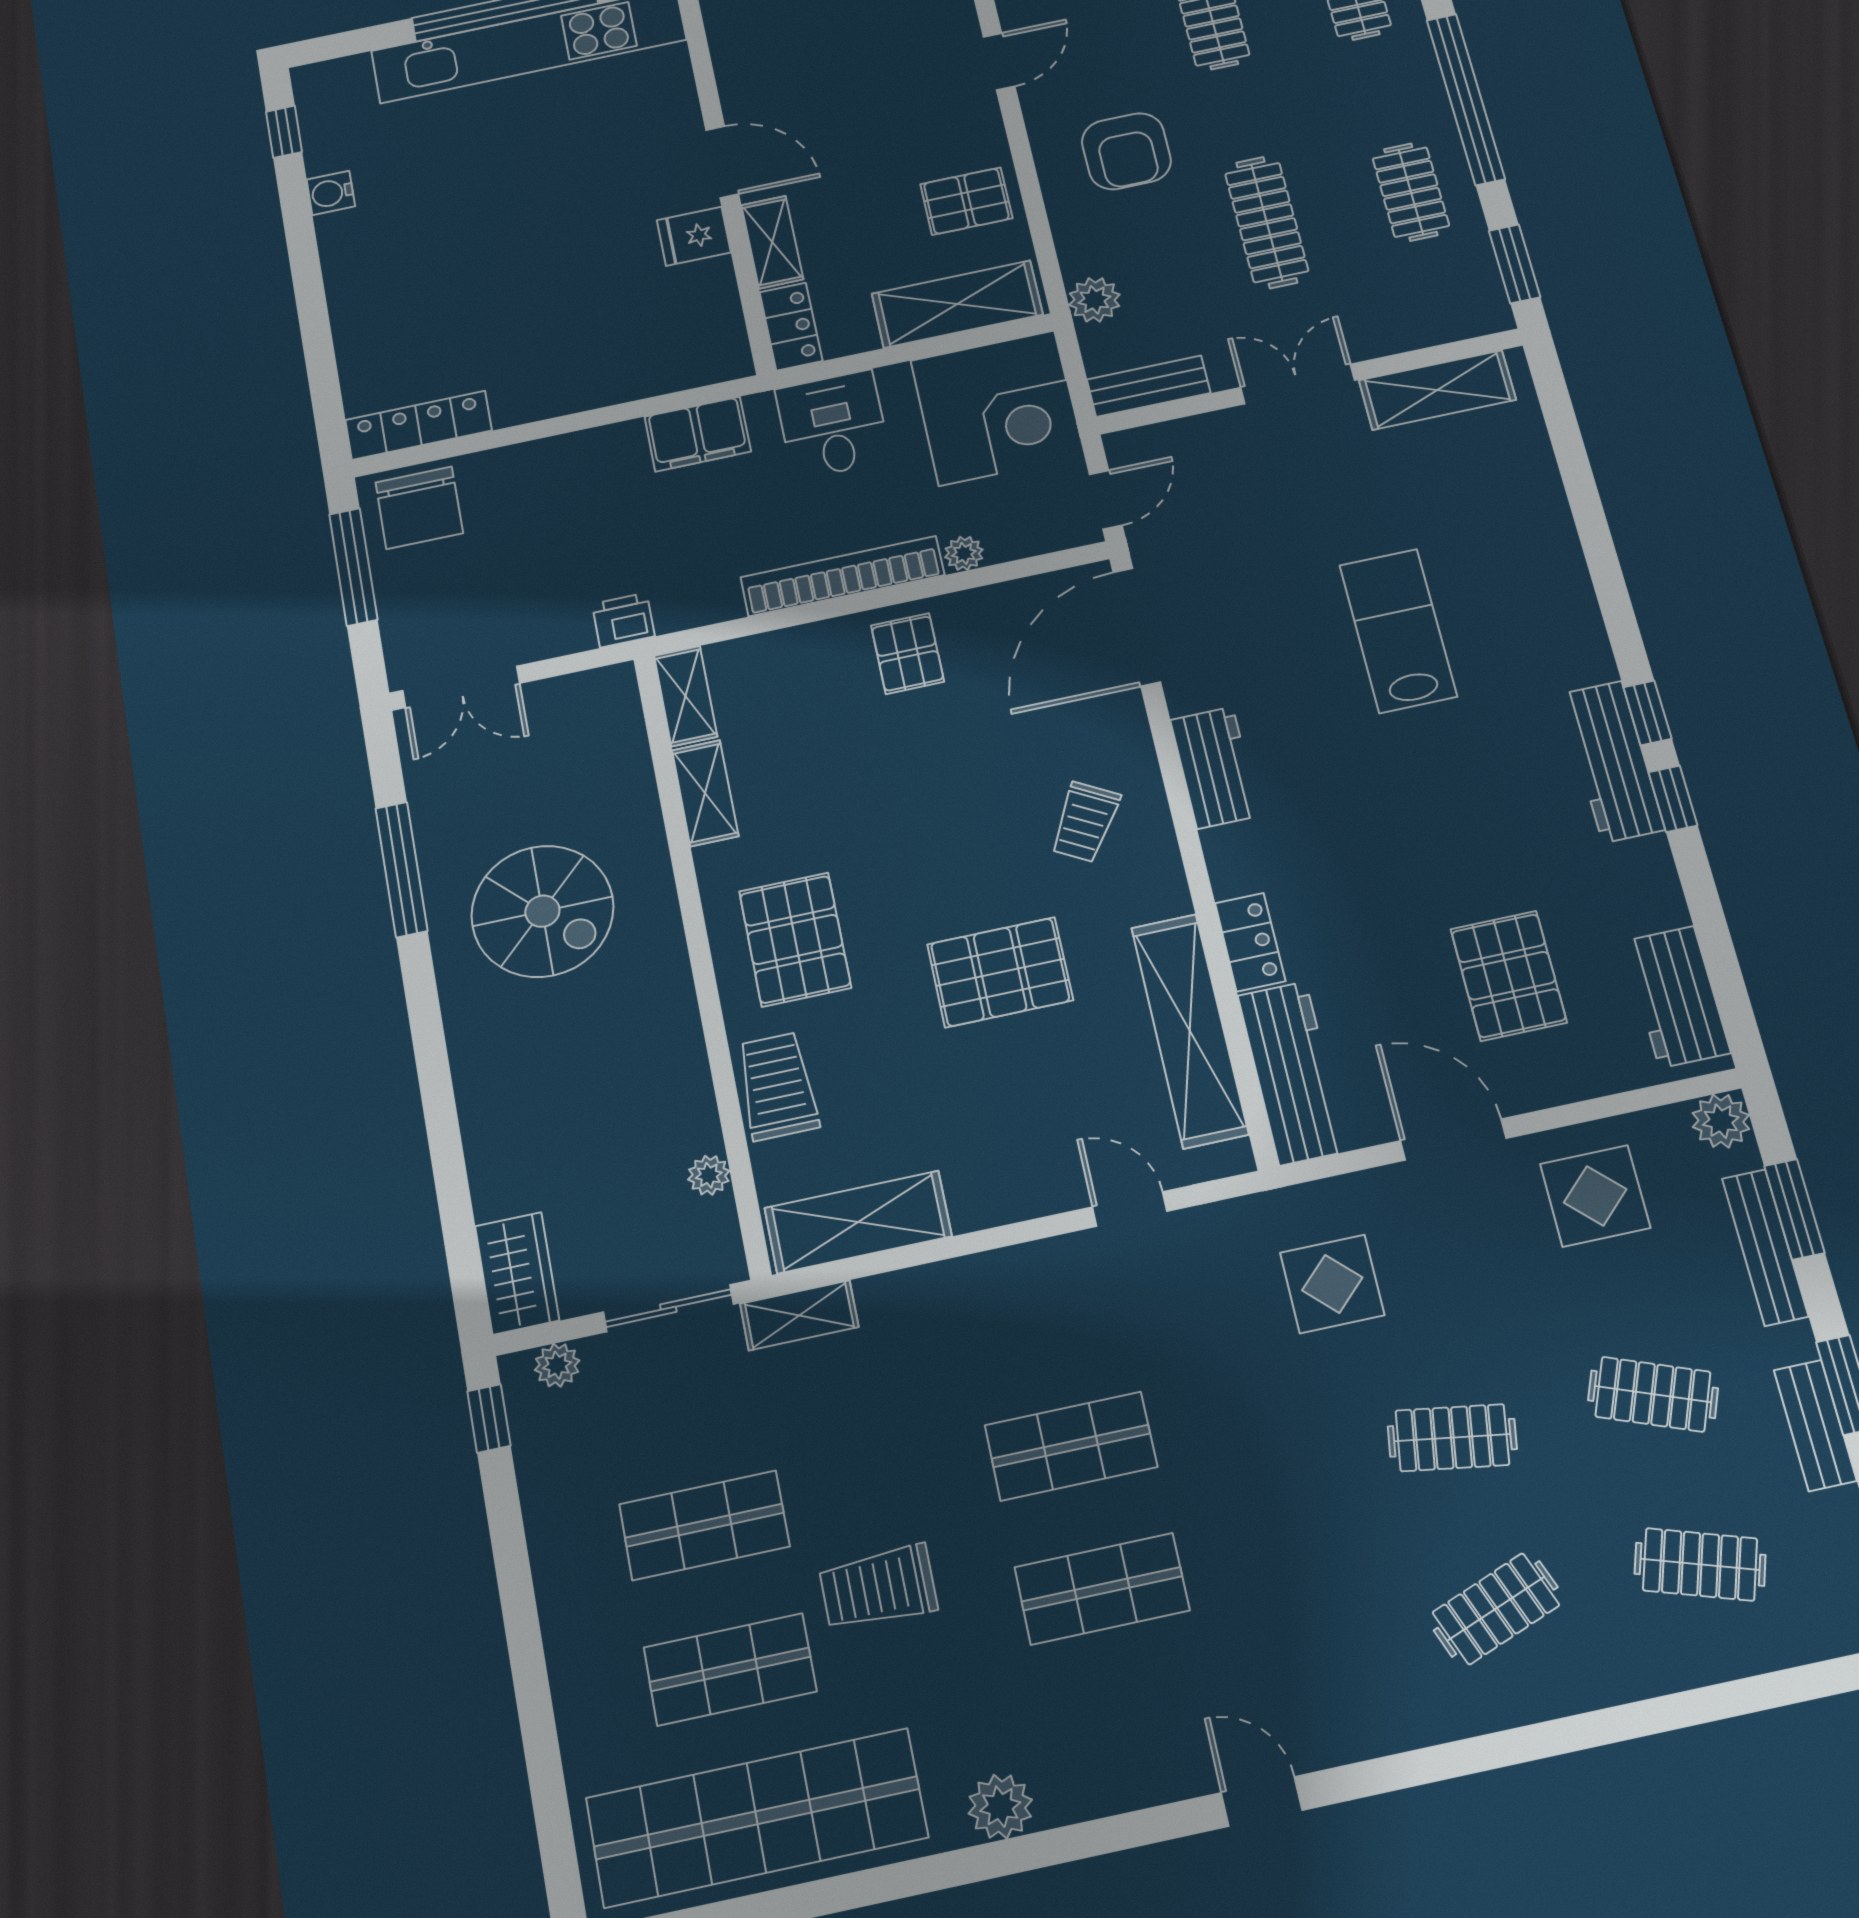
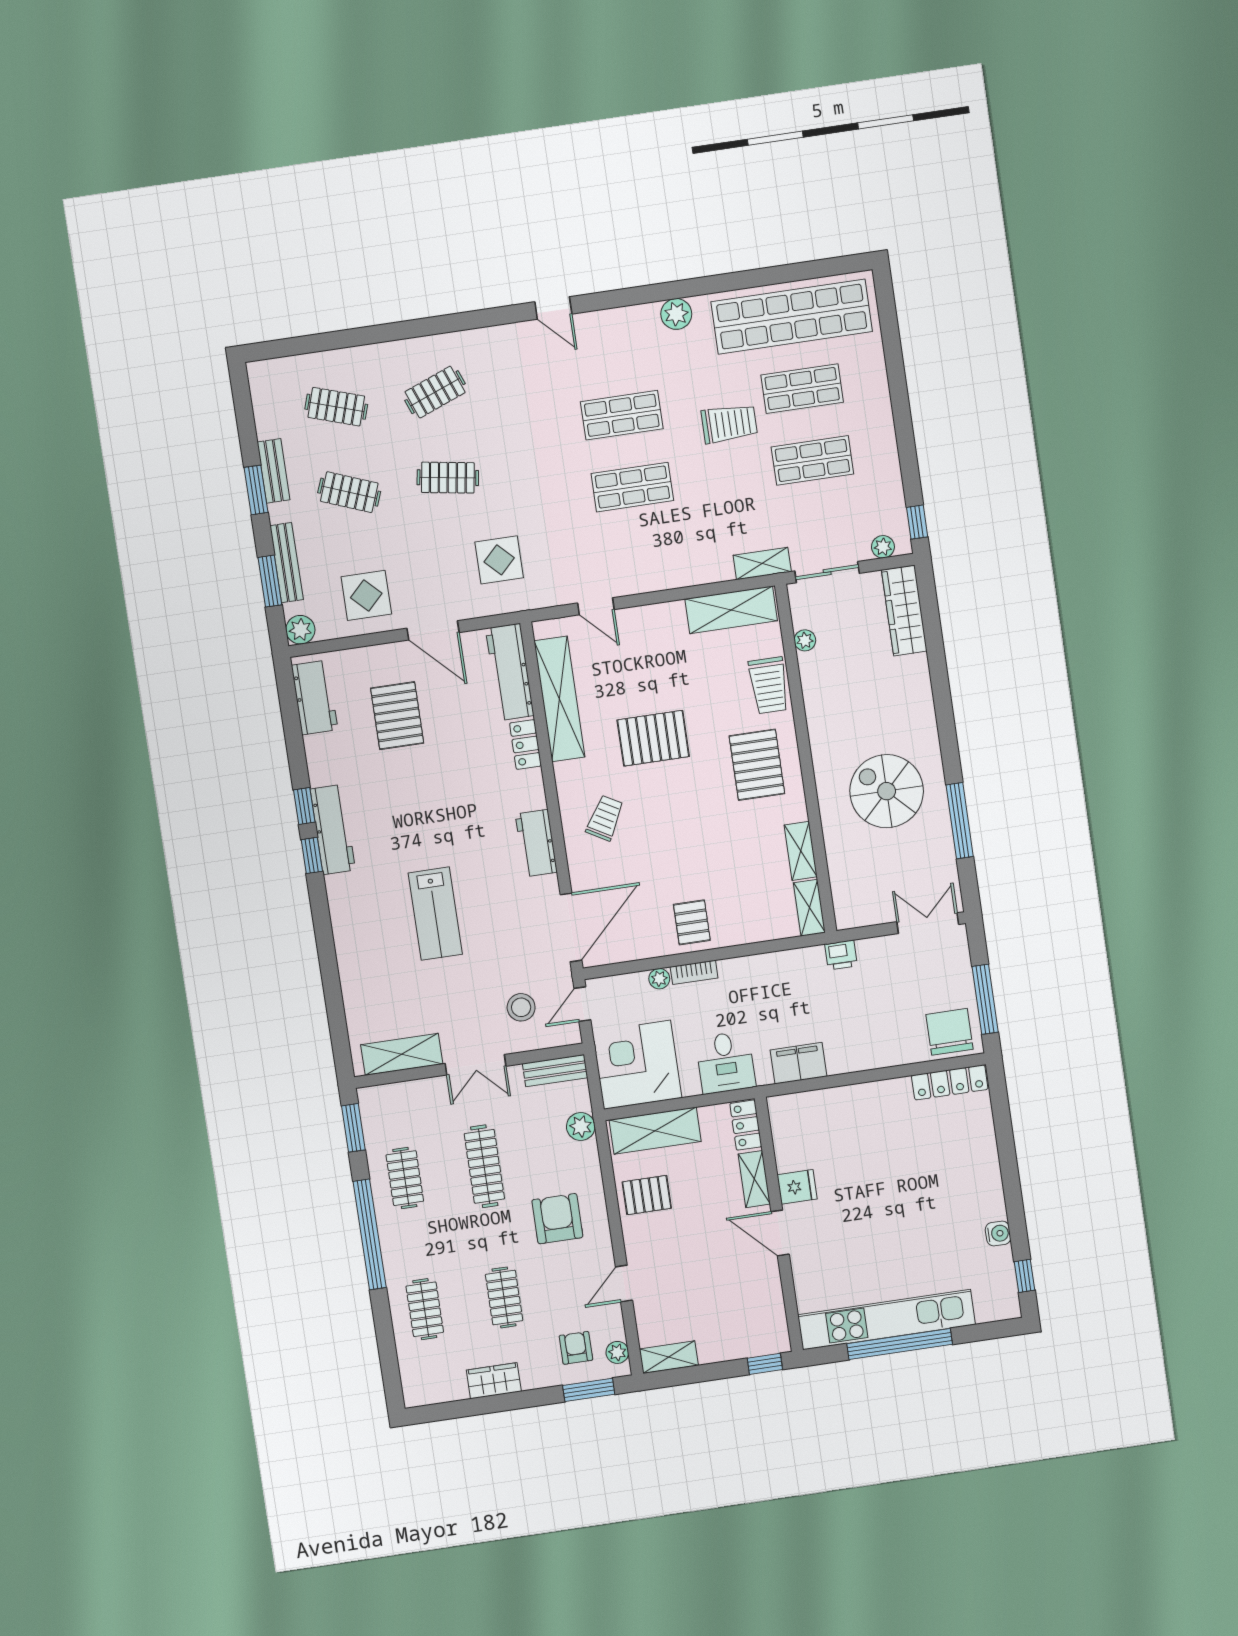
stool: (1221, 485) -> (521, 1007), added
bookcase: (842, 576) -> (694, 972), width x0.43, depth x0.76
wardrobe: (517, 1273) -> (904, 611), width x1.50

